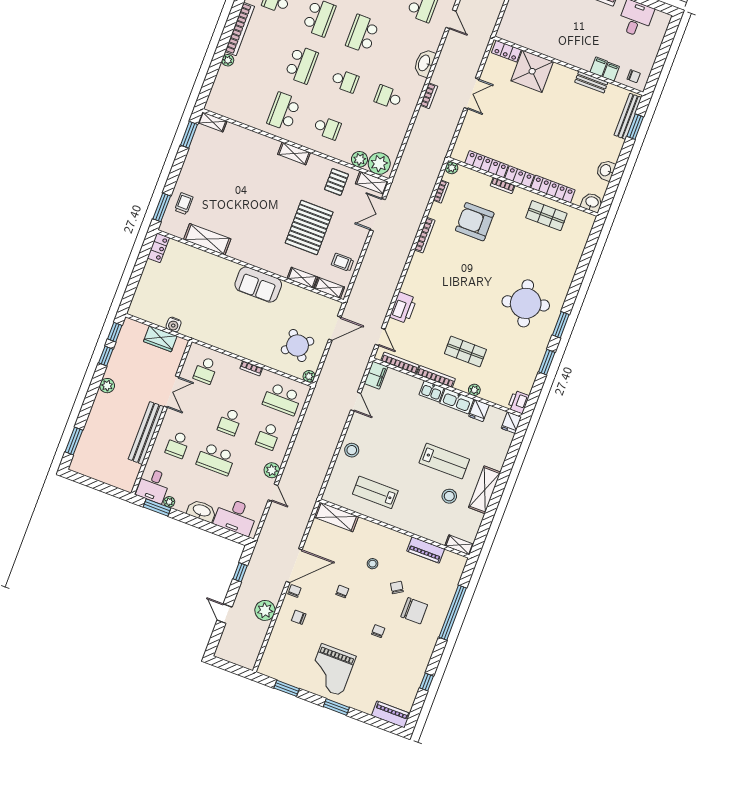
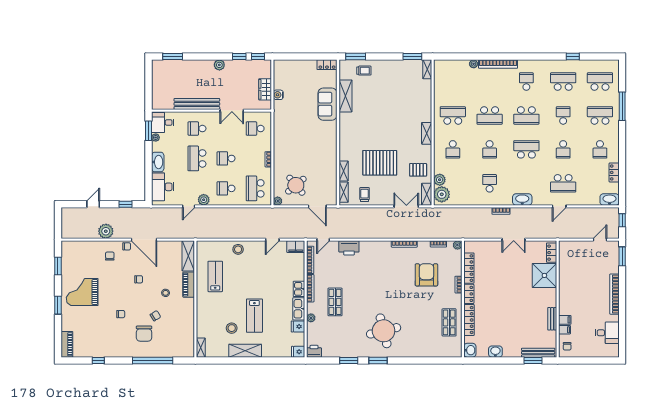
sofa: (258, 285) -> (328, 104), moved
piano: (426, 550) -> (189, 285), moved

